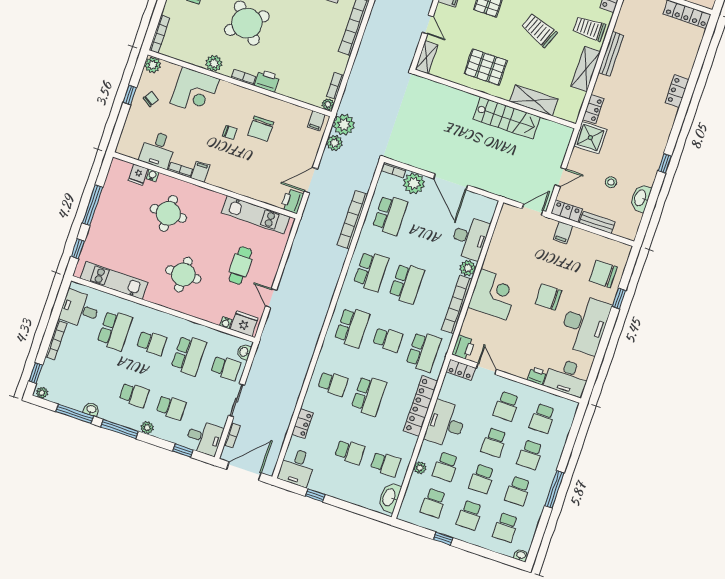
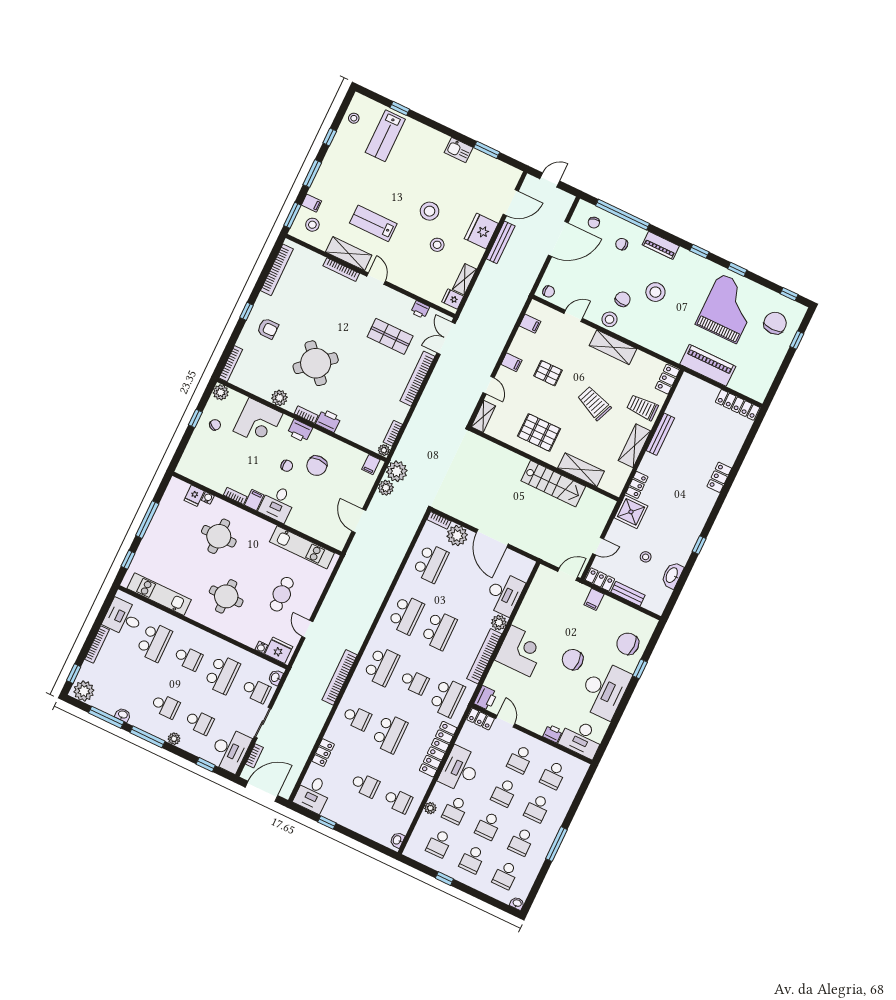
desk: (158, 150) -> (277, 503), moved
door: (311, 180) -> (359, 521), hinge flipped
printer: (292, 201) -> (300, 431), moved, turned -90
bookcase: (352, 219) -> (340, 677), moved
plant: (42, 393) -> (84, 691), width x1.88, depth x1.88
desk: (204, 438) -> (230, 750), width x1.37
washbasin: (389, 497) -> (397, 840), width x0.52, depth x0.69

